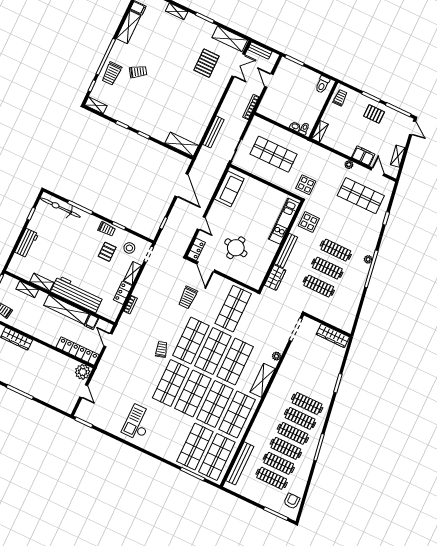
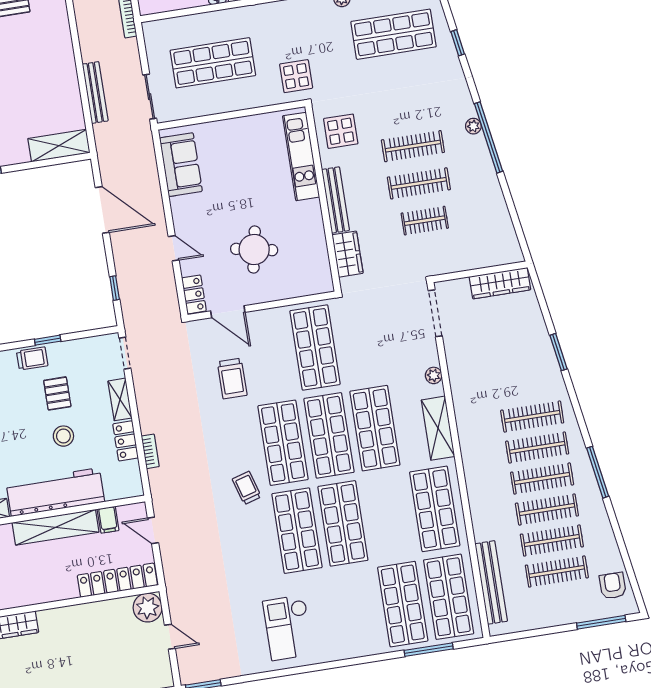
stool: (129, 248) -> (63, 436), moved
clothes rail: (319, 286) -> (425, 221), width x0.73
shop shelf: (215, 404) -> (389, 516), removed

